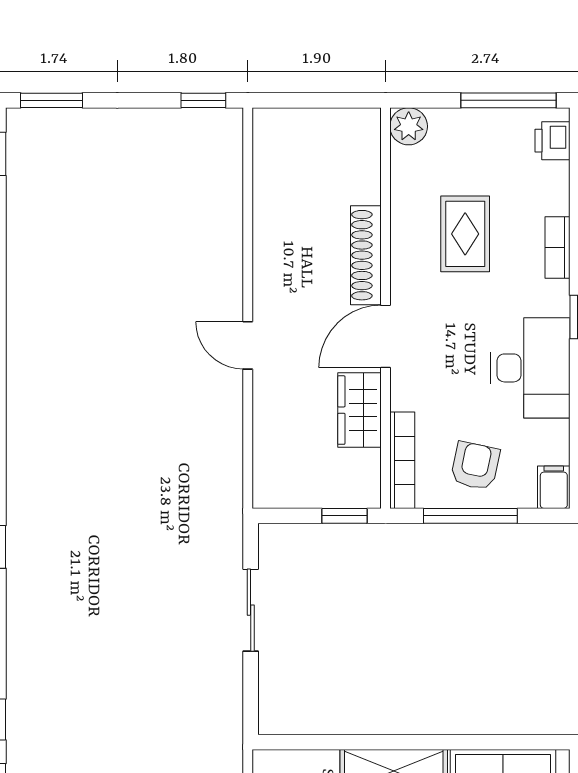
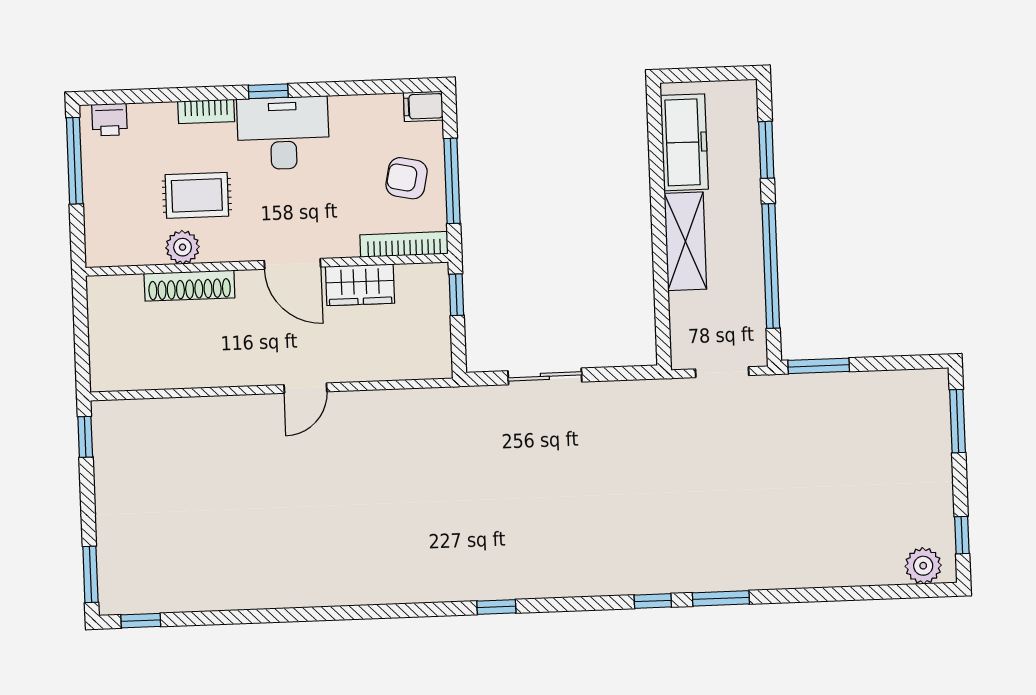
plant: (409, 126) -> (183, 247), moved
shoe rack: (366, 255) -> (189, 286), moved
desk: (530, 368) -> (283, 133), moved

